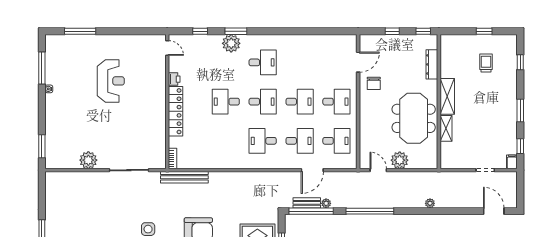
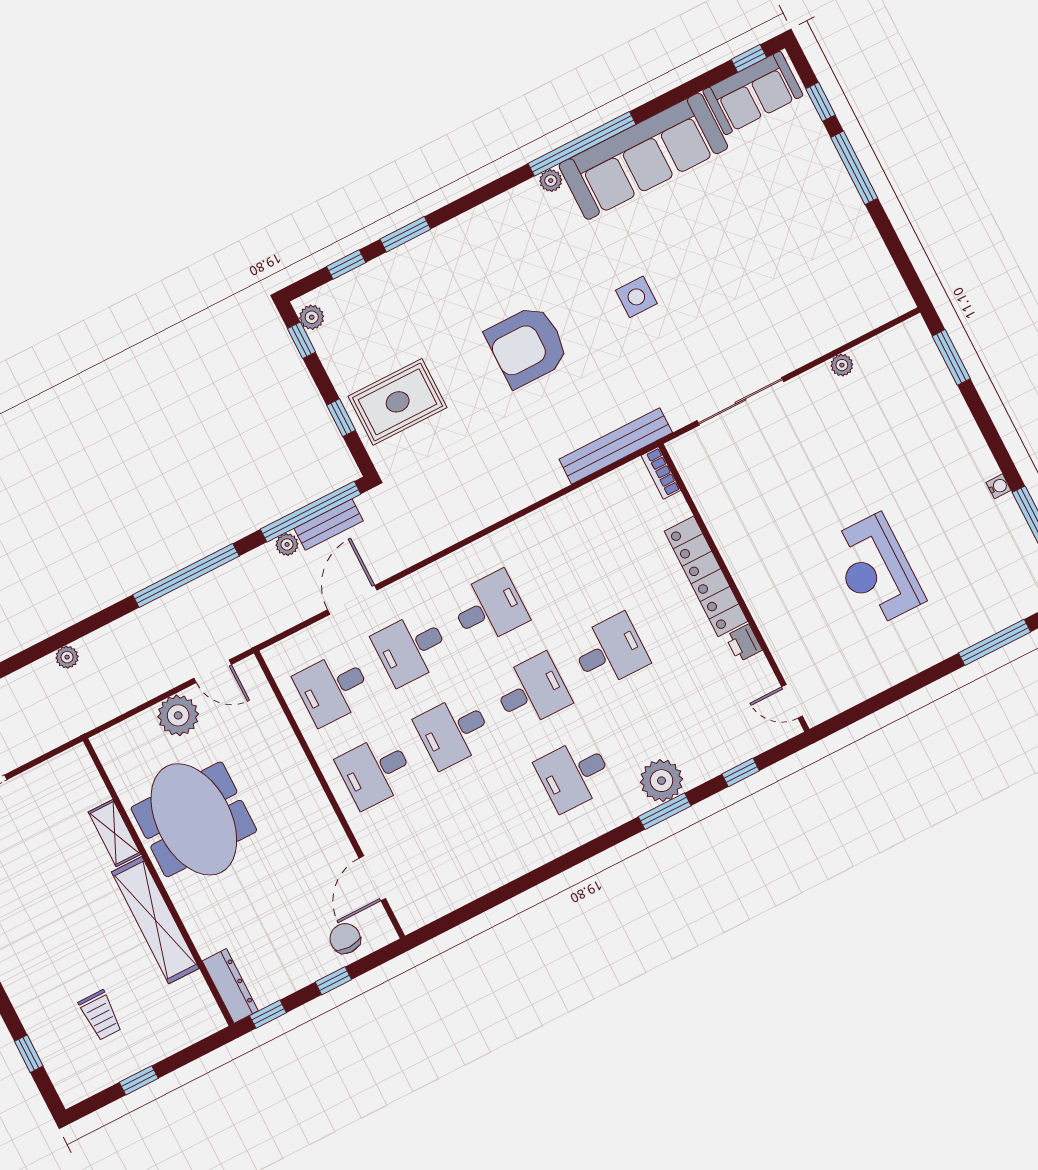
dresser: (432, 64) -> (230, 986), moved
chair: (374, 83) -> (345, 938), moved
shelving: (447, 96) -> (155, 920), width x1.47
desk: (263, 102) -> (532, 691), turned 180
plant: (88, 160) -> (842, 365), width x0.53, depth x0.53

